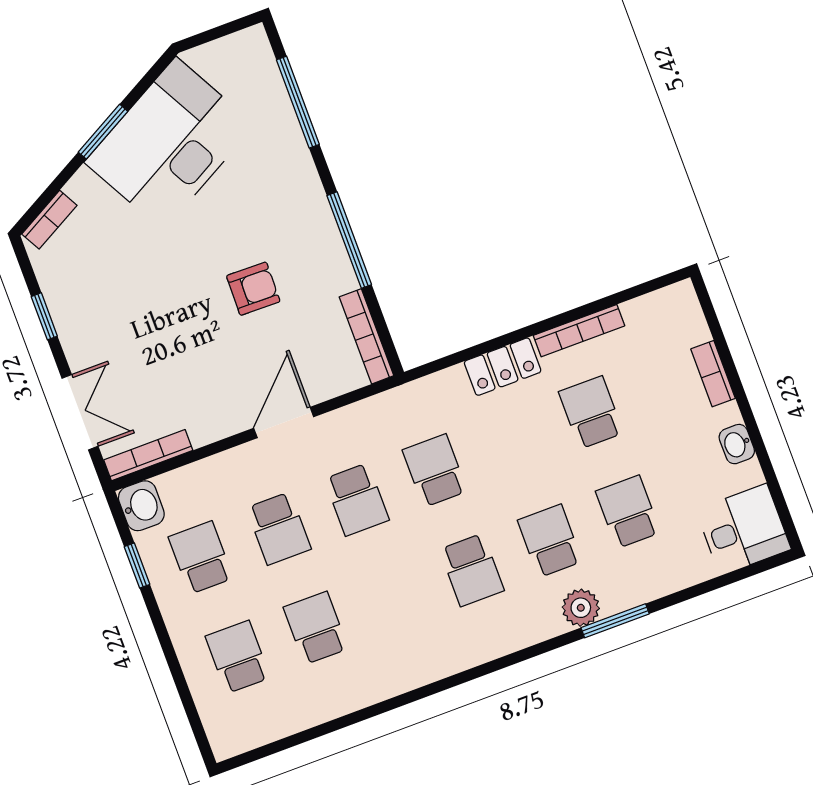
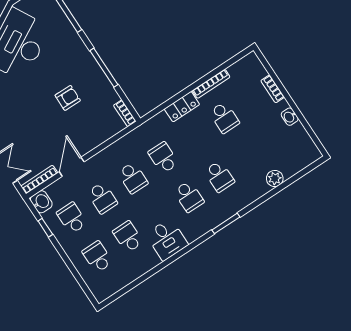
bookcase: (366, 336) -> (125, 113), width x0.64
school desk: (591, 412) -> (224, 118), turned 180
door: (284, 422) -> (72, 167), moved
school desk: (628, 512) -> (250, 156), removed
desk: (743, 529) -> (167, 239), moved, turned 90
school desk: (550, 541) -> (219, 176), turned 180
plant: (581, 608) -> (275, 179), moved
window: (615, 621) -> (226, 223), moved

